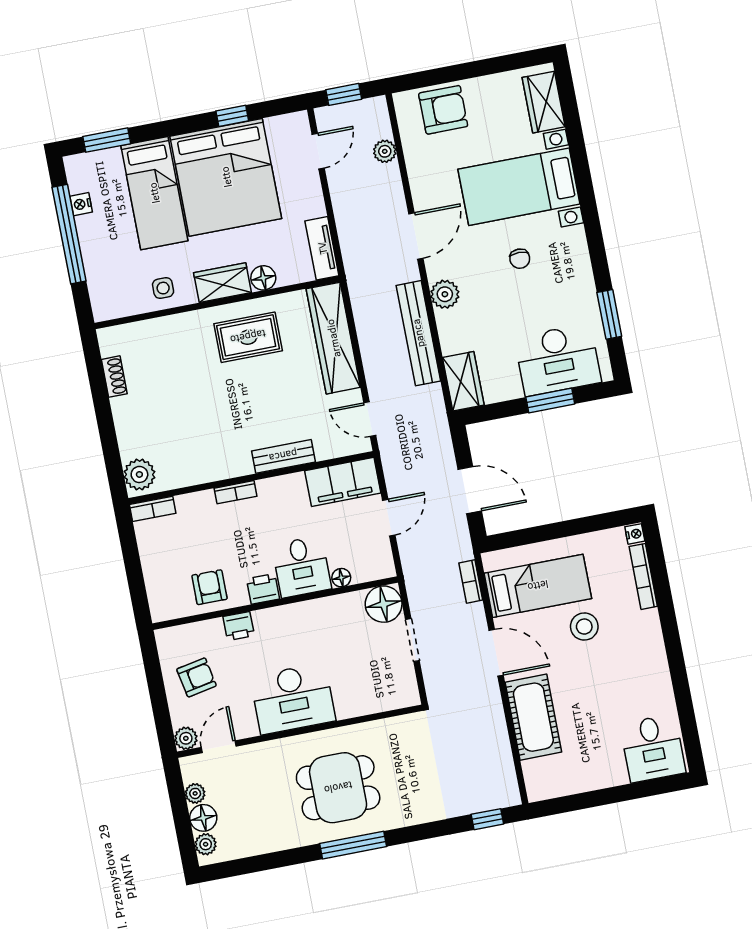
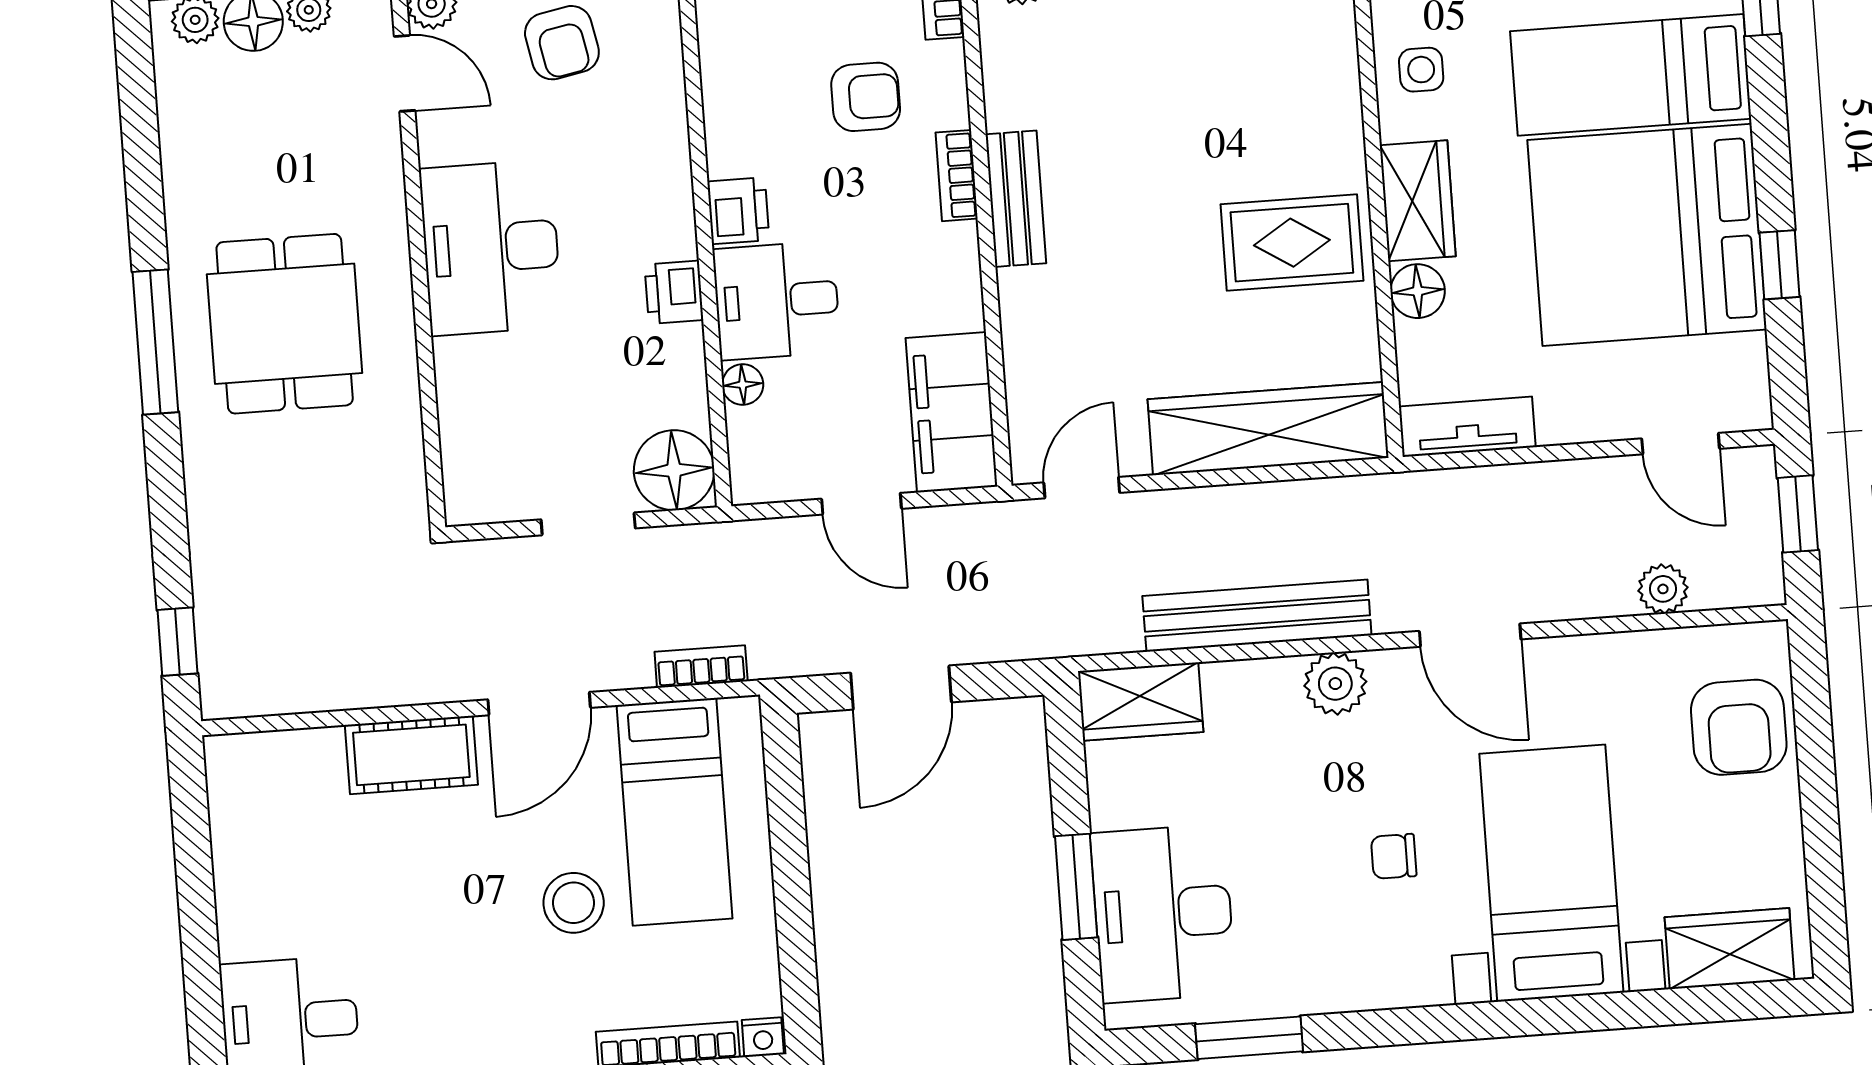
rug: (248, 337) -> (1292, 243), turned 90
bench: (283, 456) -> (1016, 199), moved
armchair: (209, 587) -> (866, 97), moved
printer: (239, 626) -> (674, 292), moved
cot: (533, 717) -> (411, 755), width x0.73, depth x0.75

